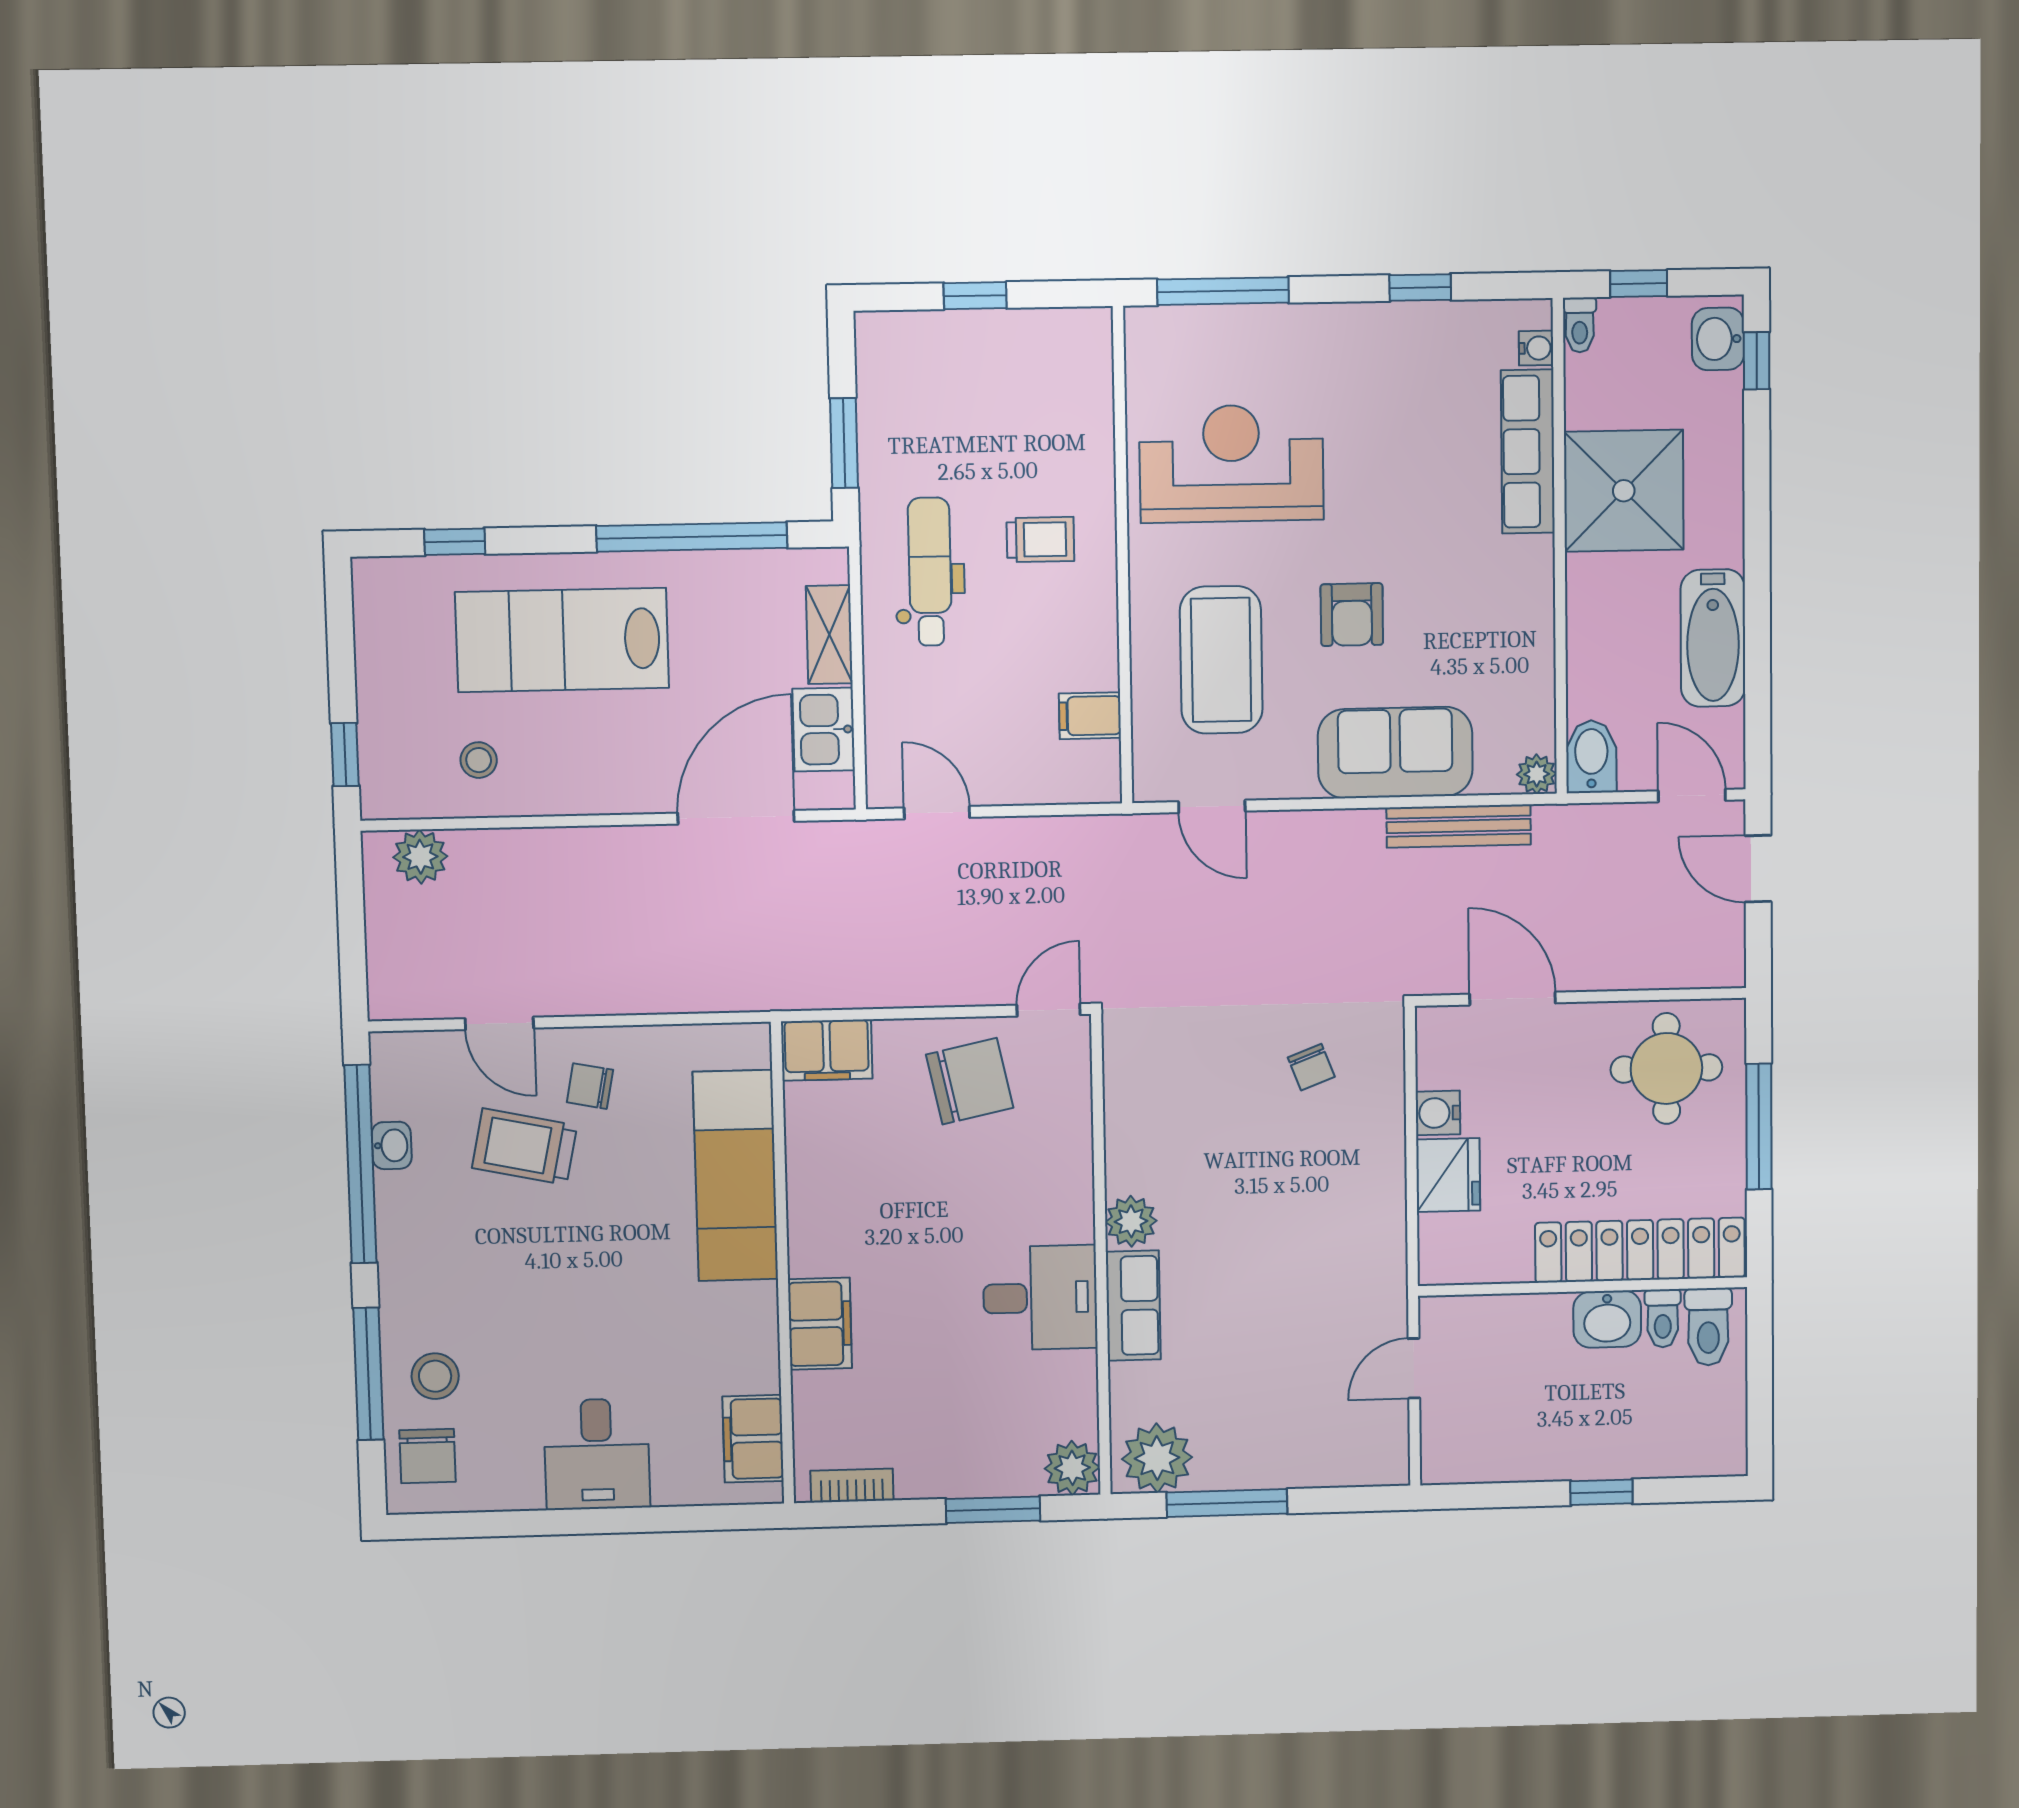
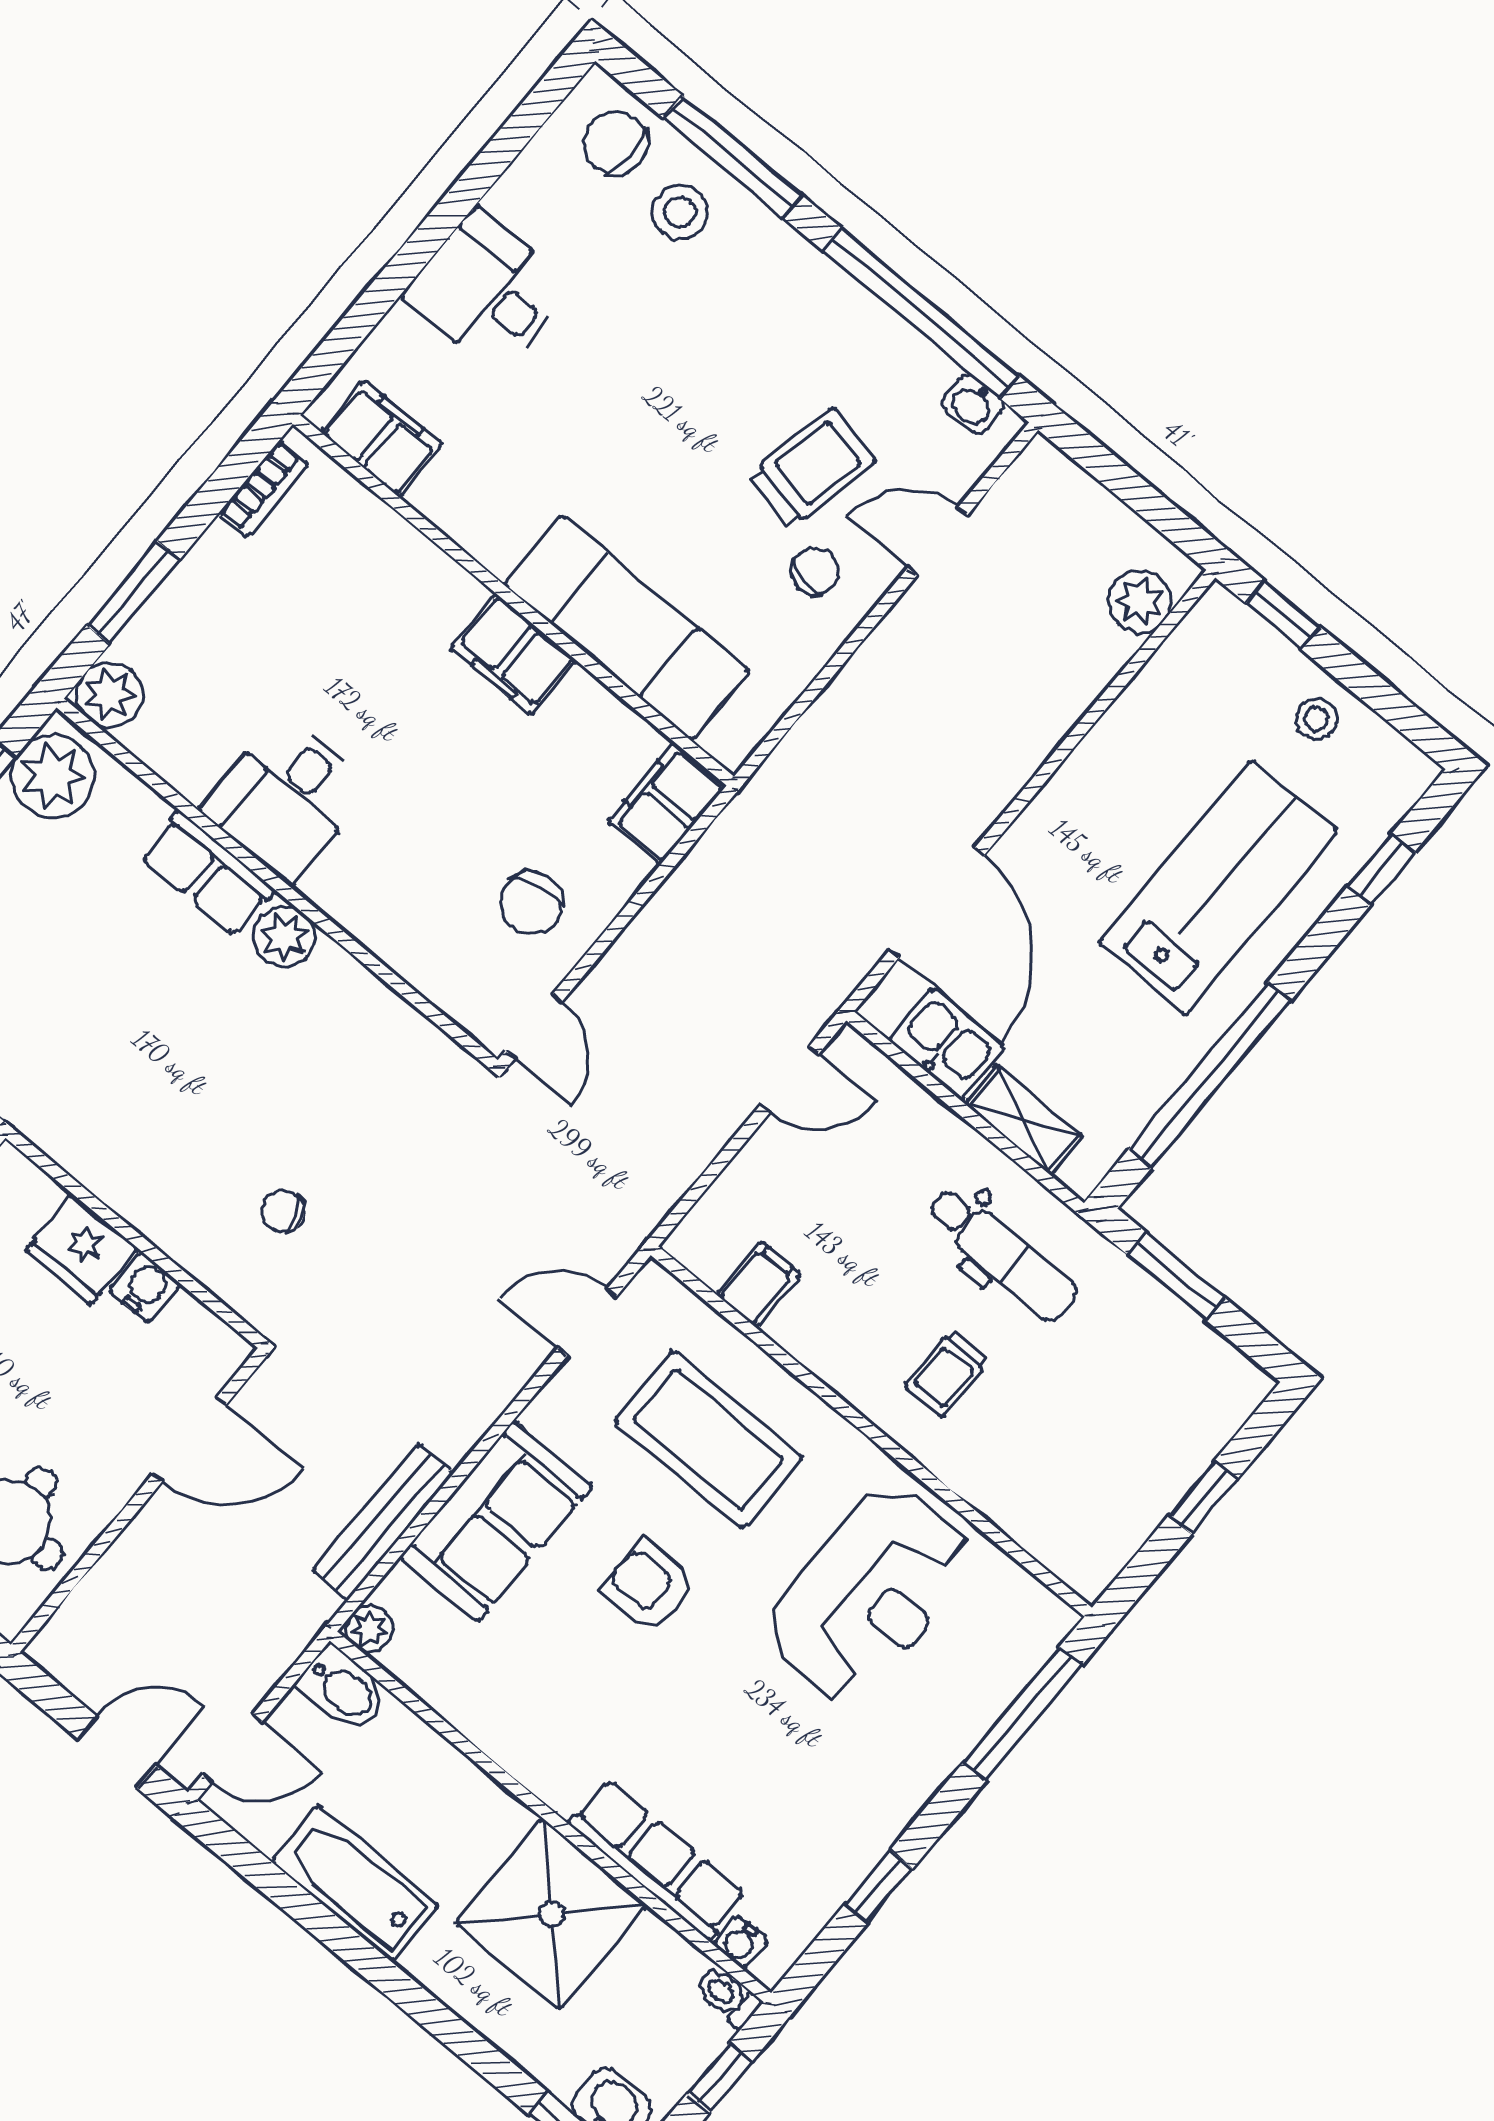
stool: (479, 760) -> (1317, 719), moved
chair: (970, 1081) -> (531, 903), width x0.73, depth x0.73
washbasin: (392, 1145) -> (973, 404), moved
filing cabinet: (820, 1324) -> (513, 654), moved

